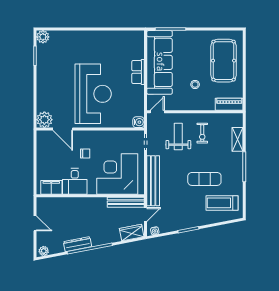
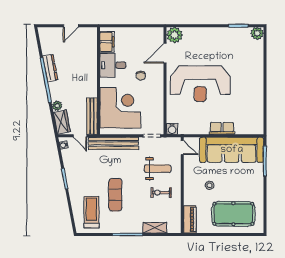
plant: (44, 251) -> (57, 106), moved

